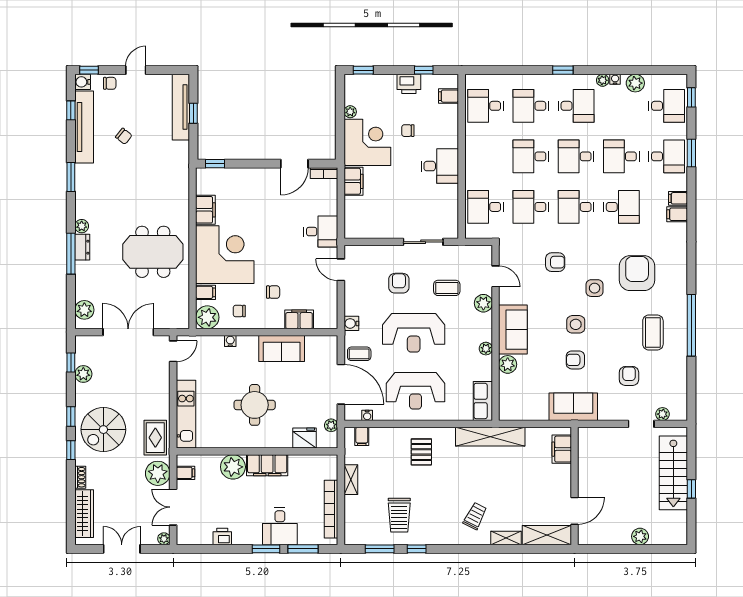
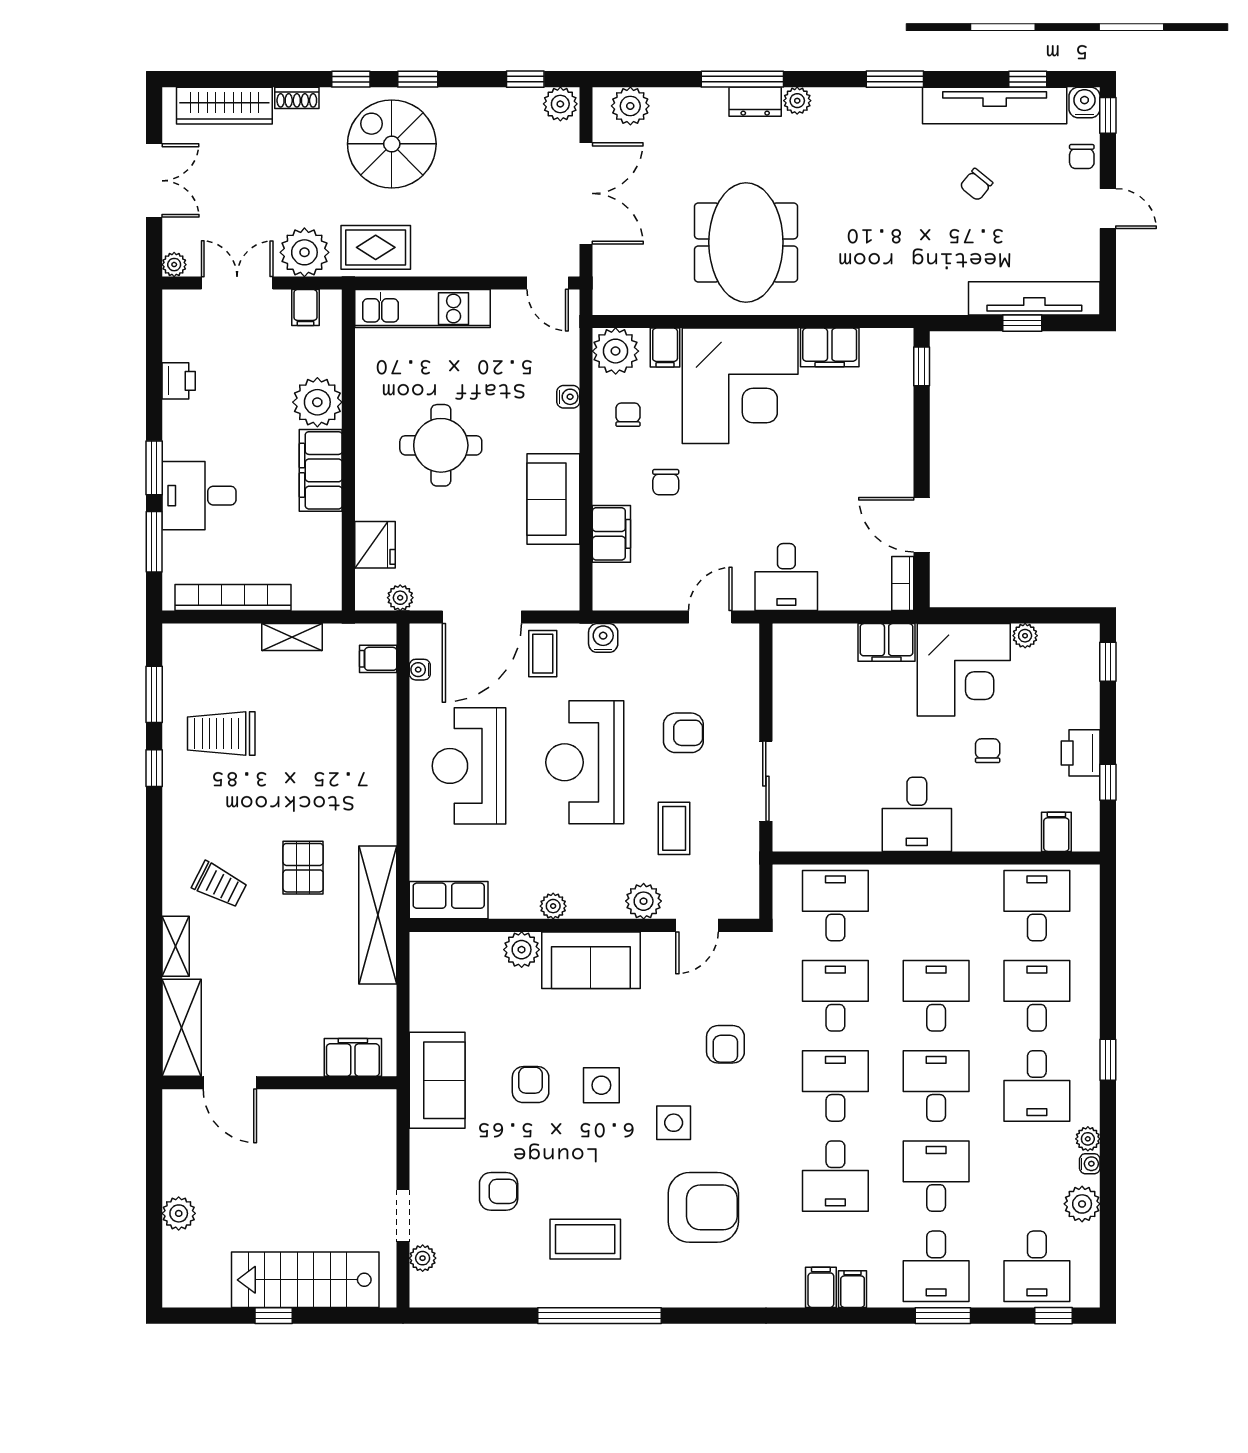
plant: (83, 374) -> (560, 104), moved
pallet: (421, 452) -> (303, 868), moved, turned 90

